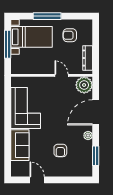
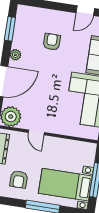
armchair: (70, 35) -> (19, 179), turned 90
door: (37, 180) -> (85, 11), hinge flipped

